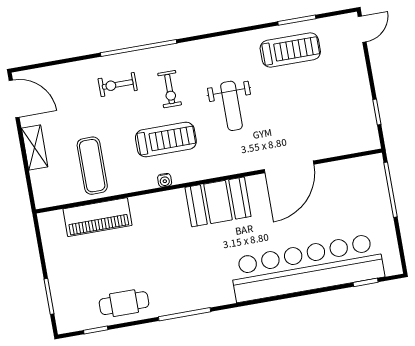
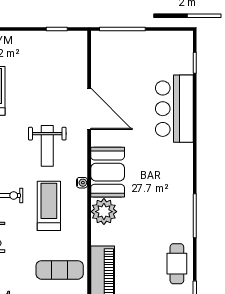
weight bench: (231, 106) -> (47, 146), moved, turned 90
water cooler: (165, 180) -> (82, 183), moved
plant: (171, 206) -> (104, 212), added
bar counter: (307, 268) -> (174, 109), width x0.54

